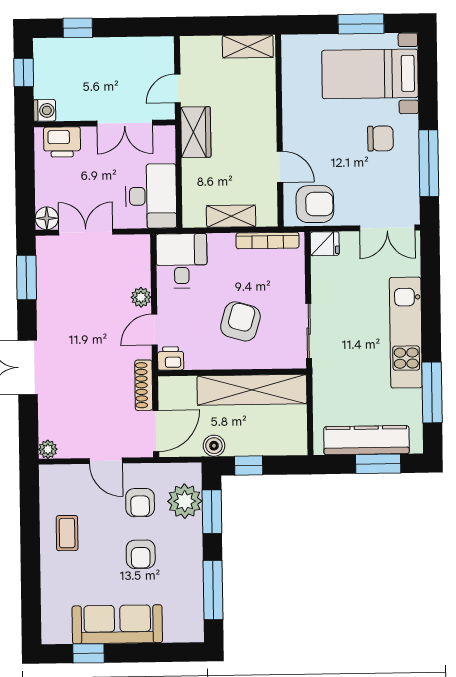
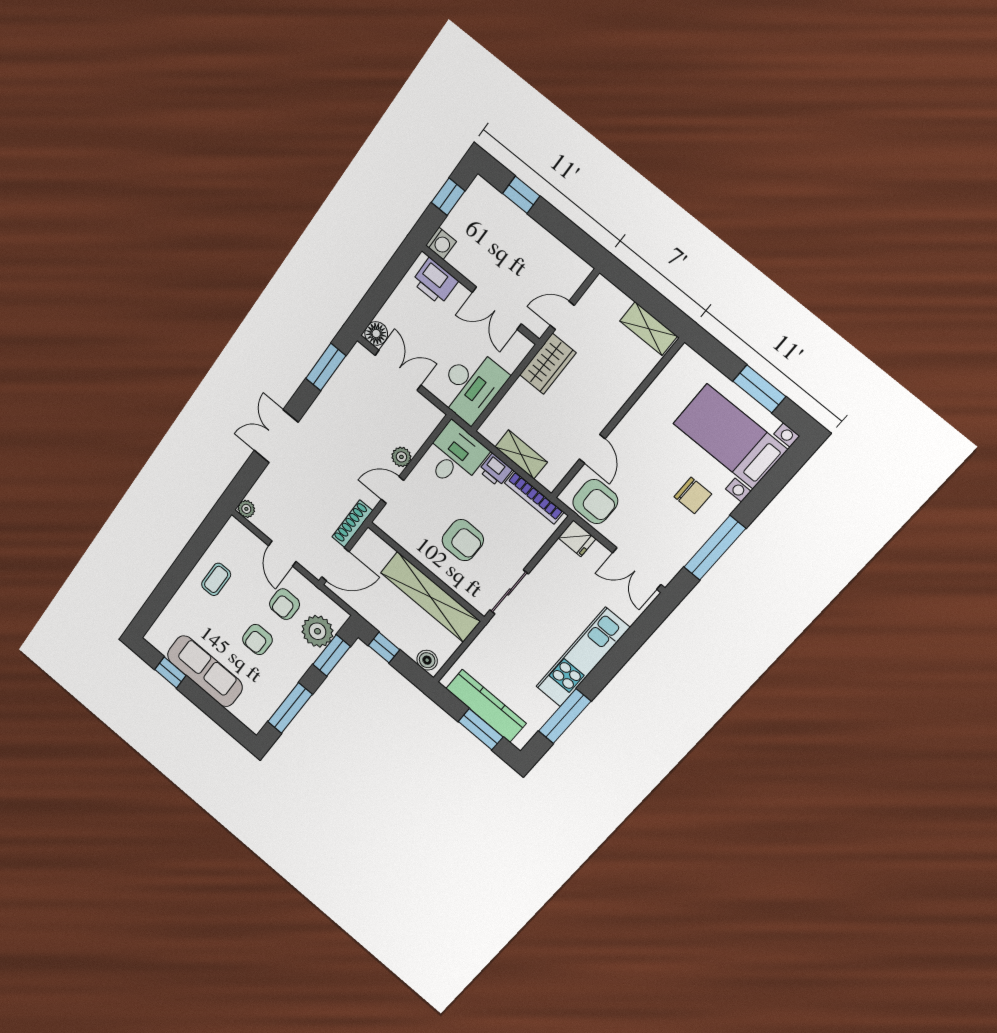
armchair: (240, 321) -> (463, 540), turned 74
printer: (171, 358) -> (495, 470), moved, turned 180
boiler: (214, 446) -> (427, 660), moved

